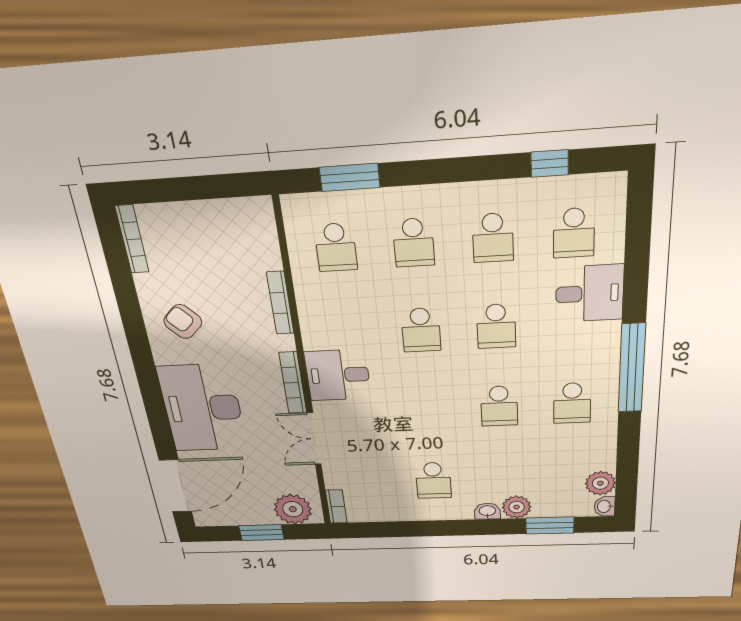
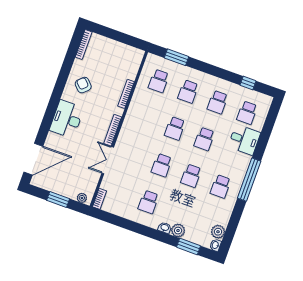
desk: (338, 375) -> (133, 134), removed
desk: (202, 408) -> (67, 119), width x0.73, depth x0.77
school desk: (427, 409) -> (162, 165), added
plant: (293, 509) -> (82, 198), width x0.53, depth x0.53

